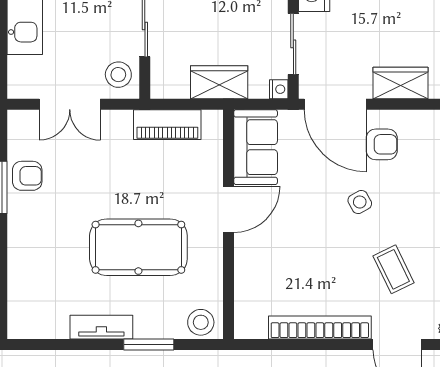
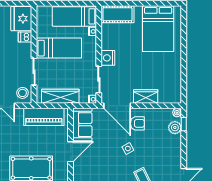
wardrobe: (219, 82) -> (60, 96), width x1.50
piano: (167, 125) -> (44, 117), width x1.37, depth x1.33

